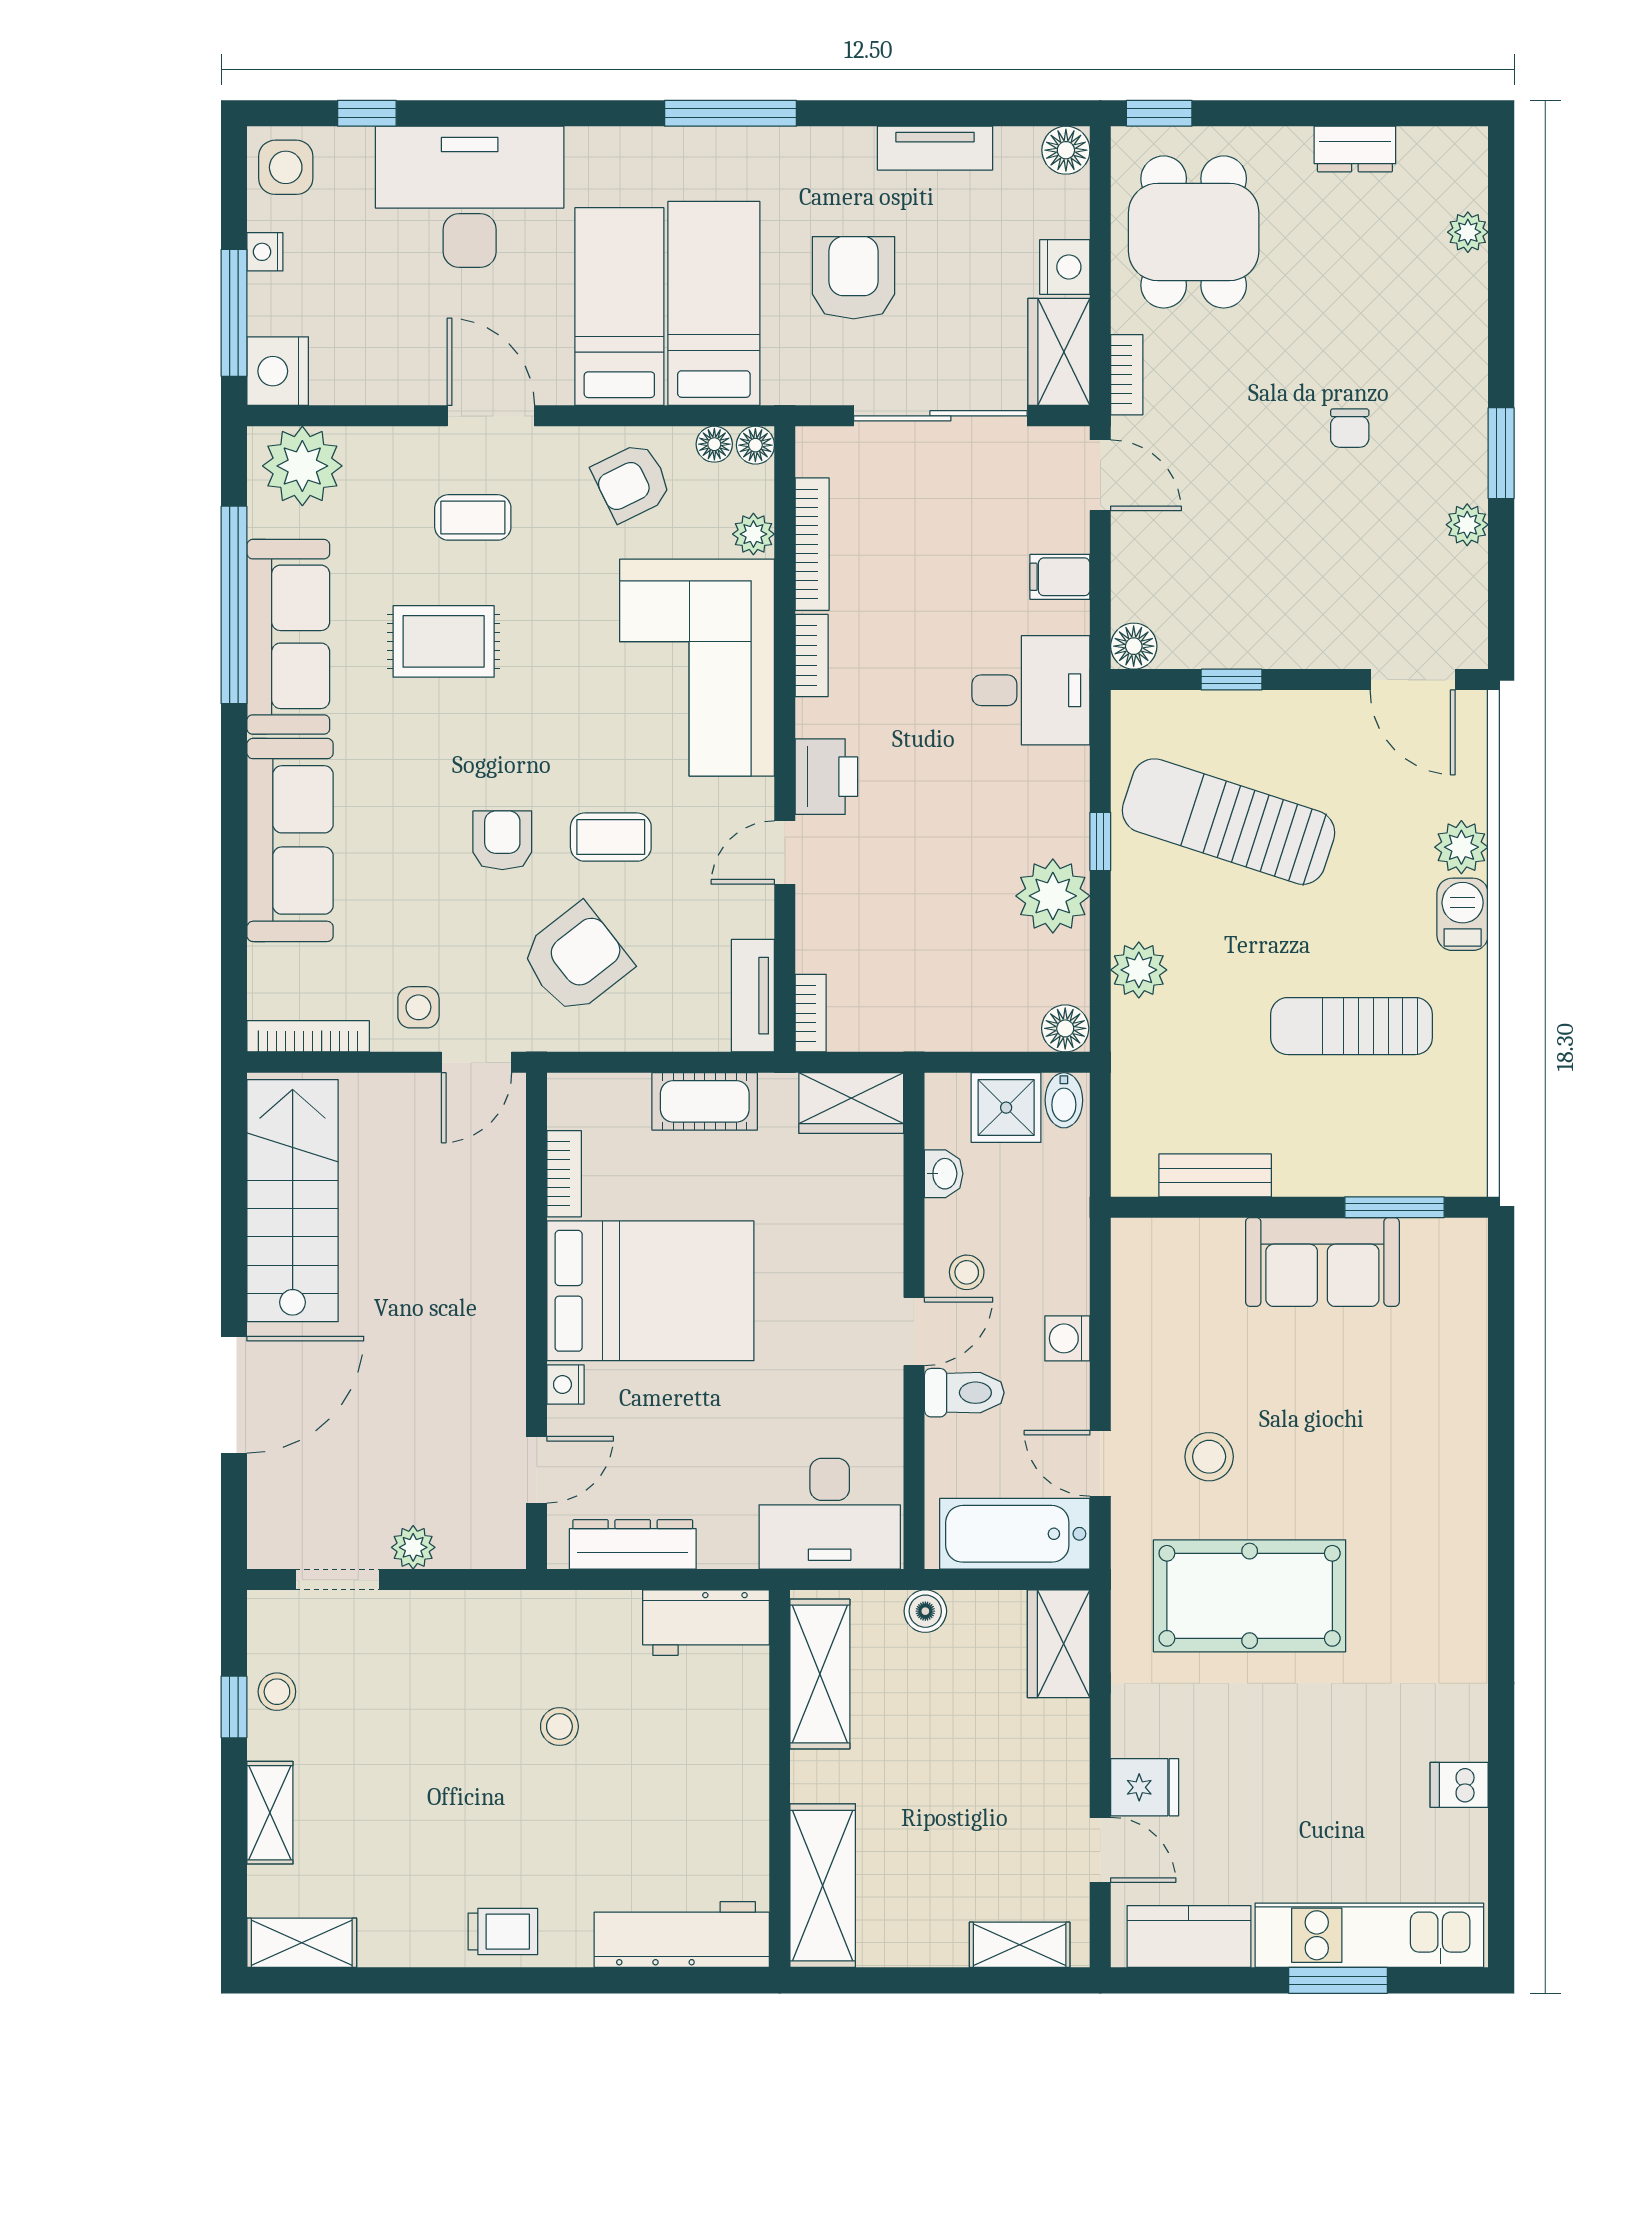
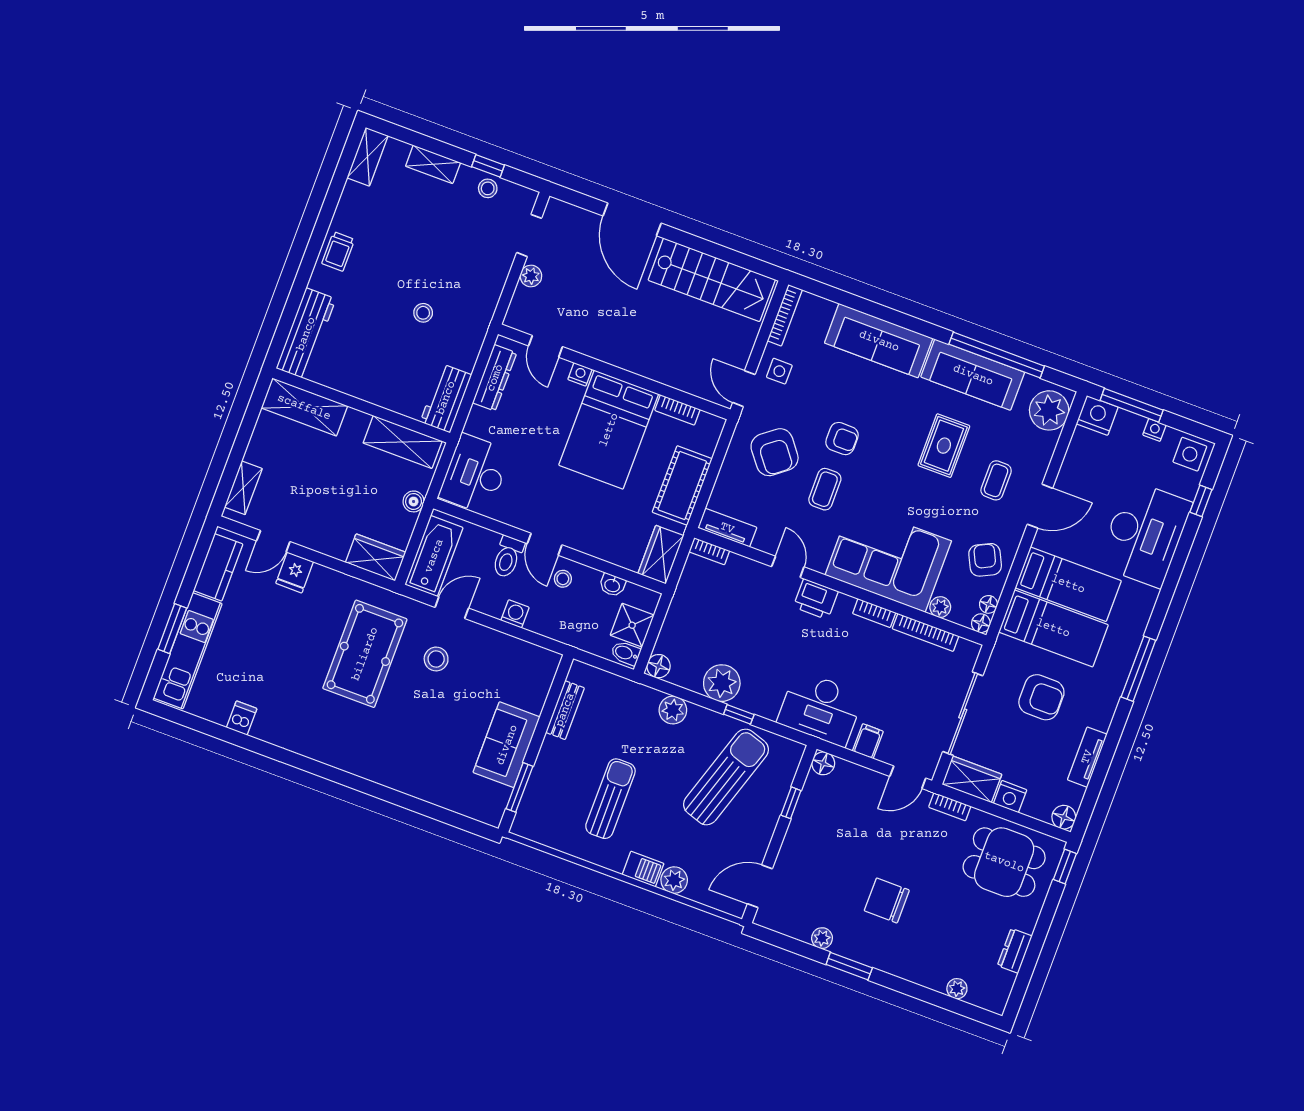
chair: (1350, 428) -> (887, 900), width x1.87, depth x1.87
desk: (1031, 690) -> (821, 708), width x1.37
cot: (705, 1101) -> (682, 486), width x1.37, depth x1.34

